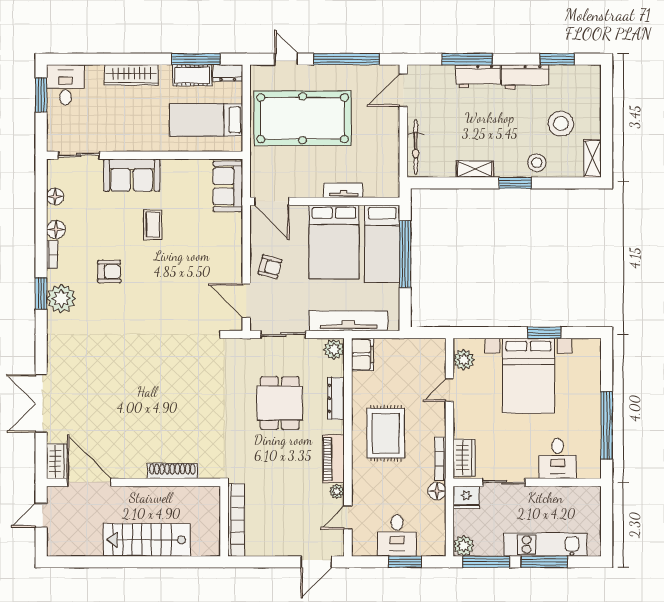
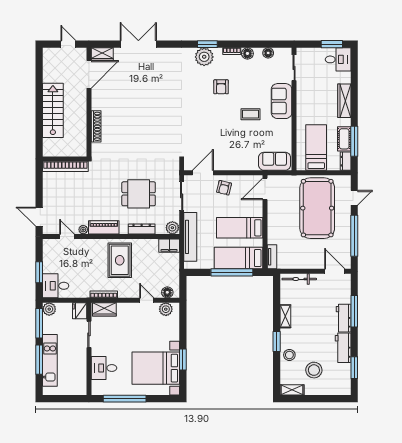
tv unit: (343, 190) -> (272, 257), moved
bed: (334, 242) -> (240, 228), width x0.67
bed with nightstands: (528, 376) -> (156, 368), moved
rug: (386, 433) -> (120, 260), turned 90
floor lamp: (437, 491) -> (167, 292), moved
desk: (397, 535) -> (56, 286), moved

